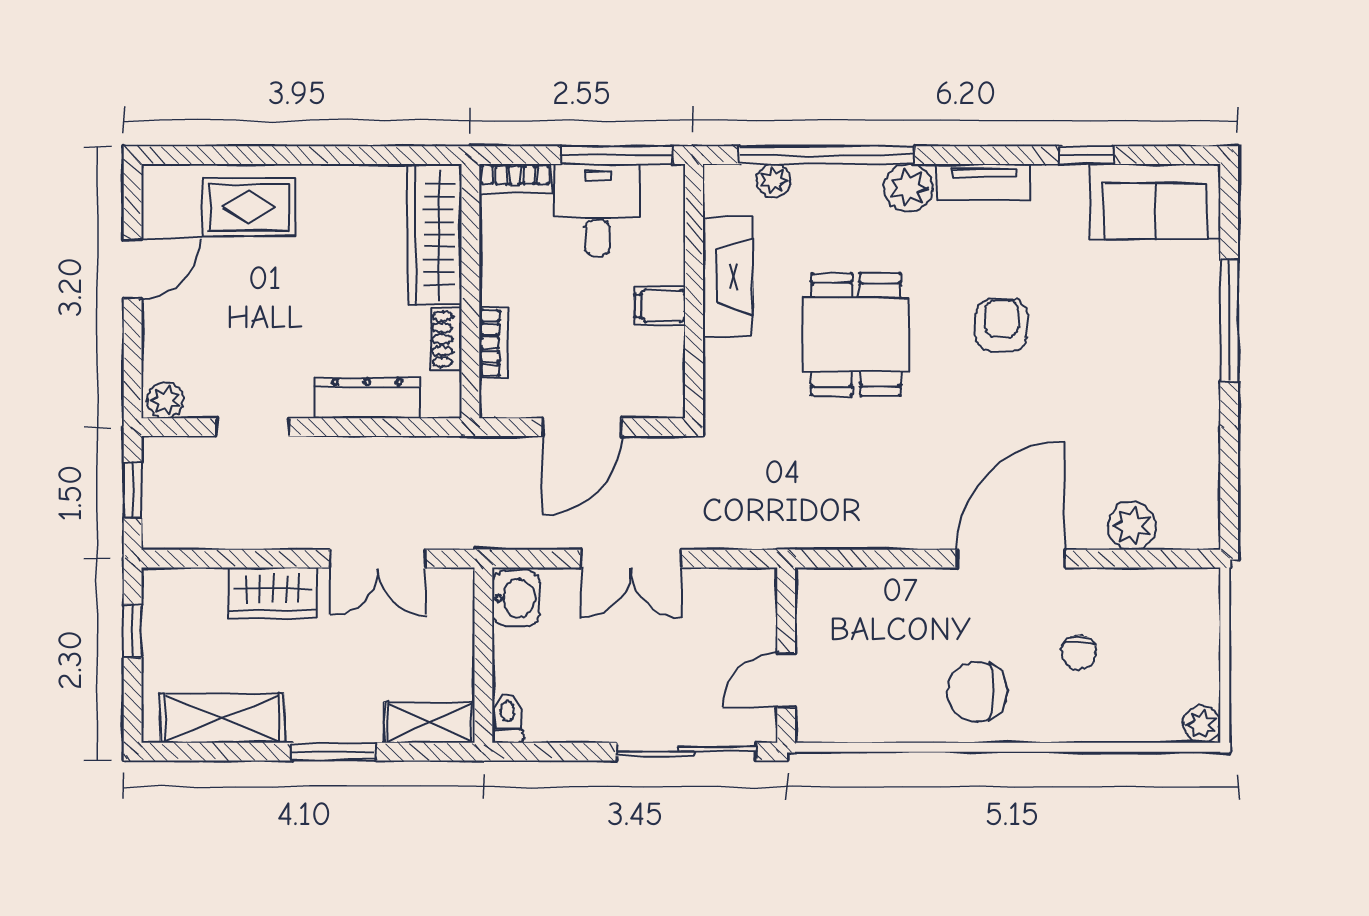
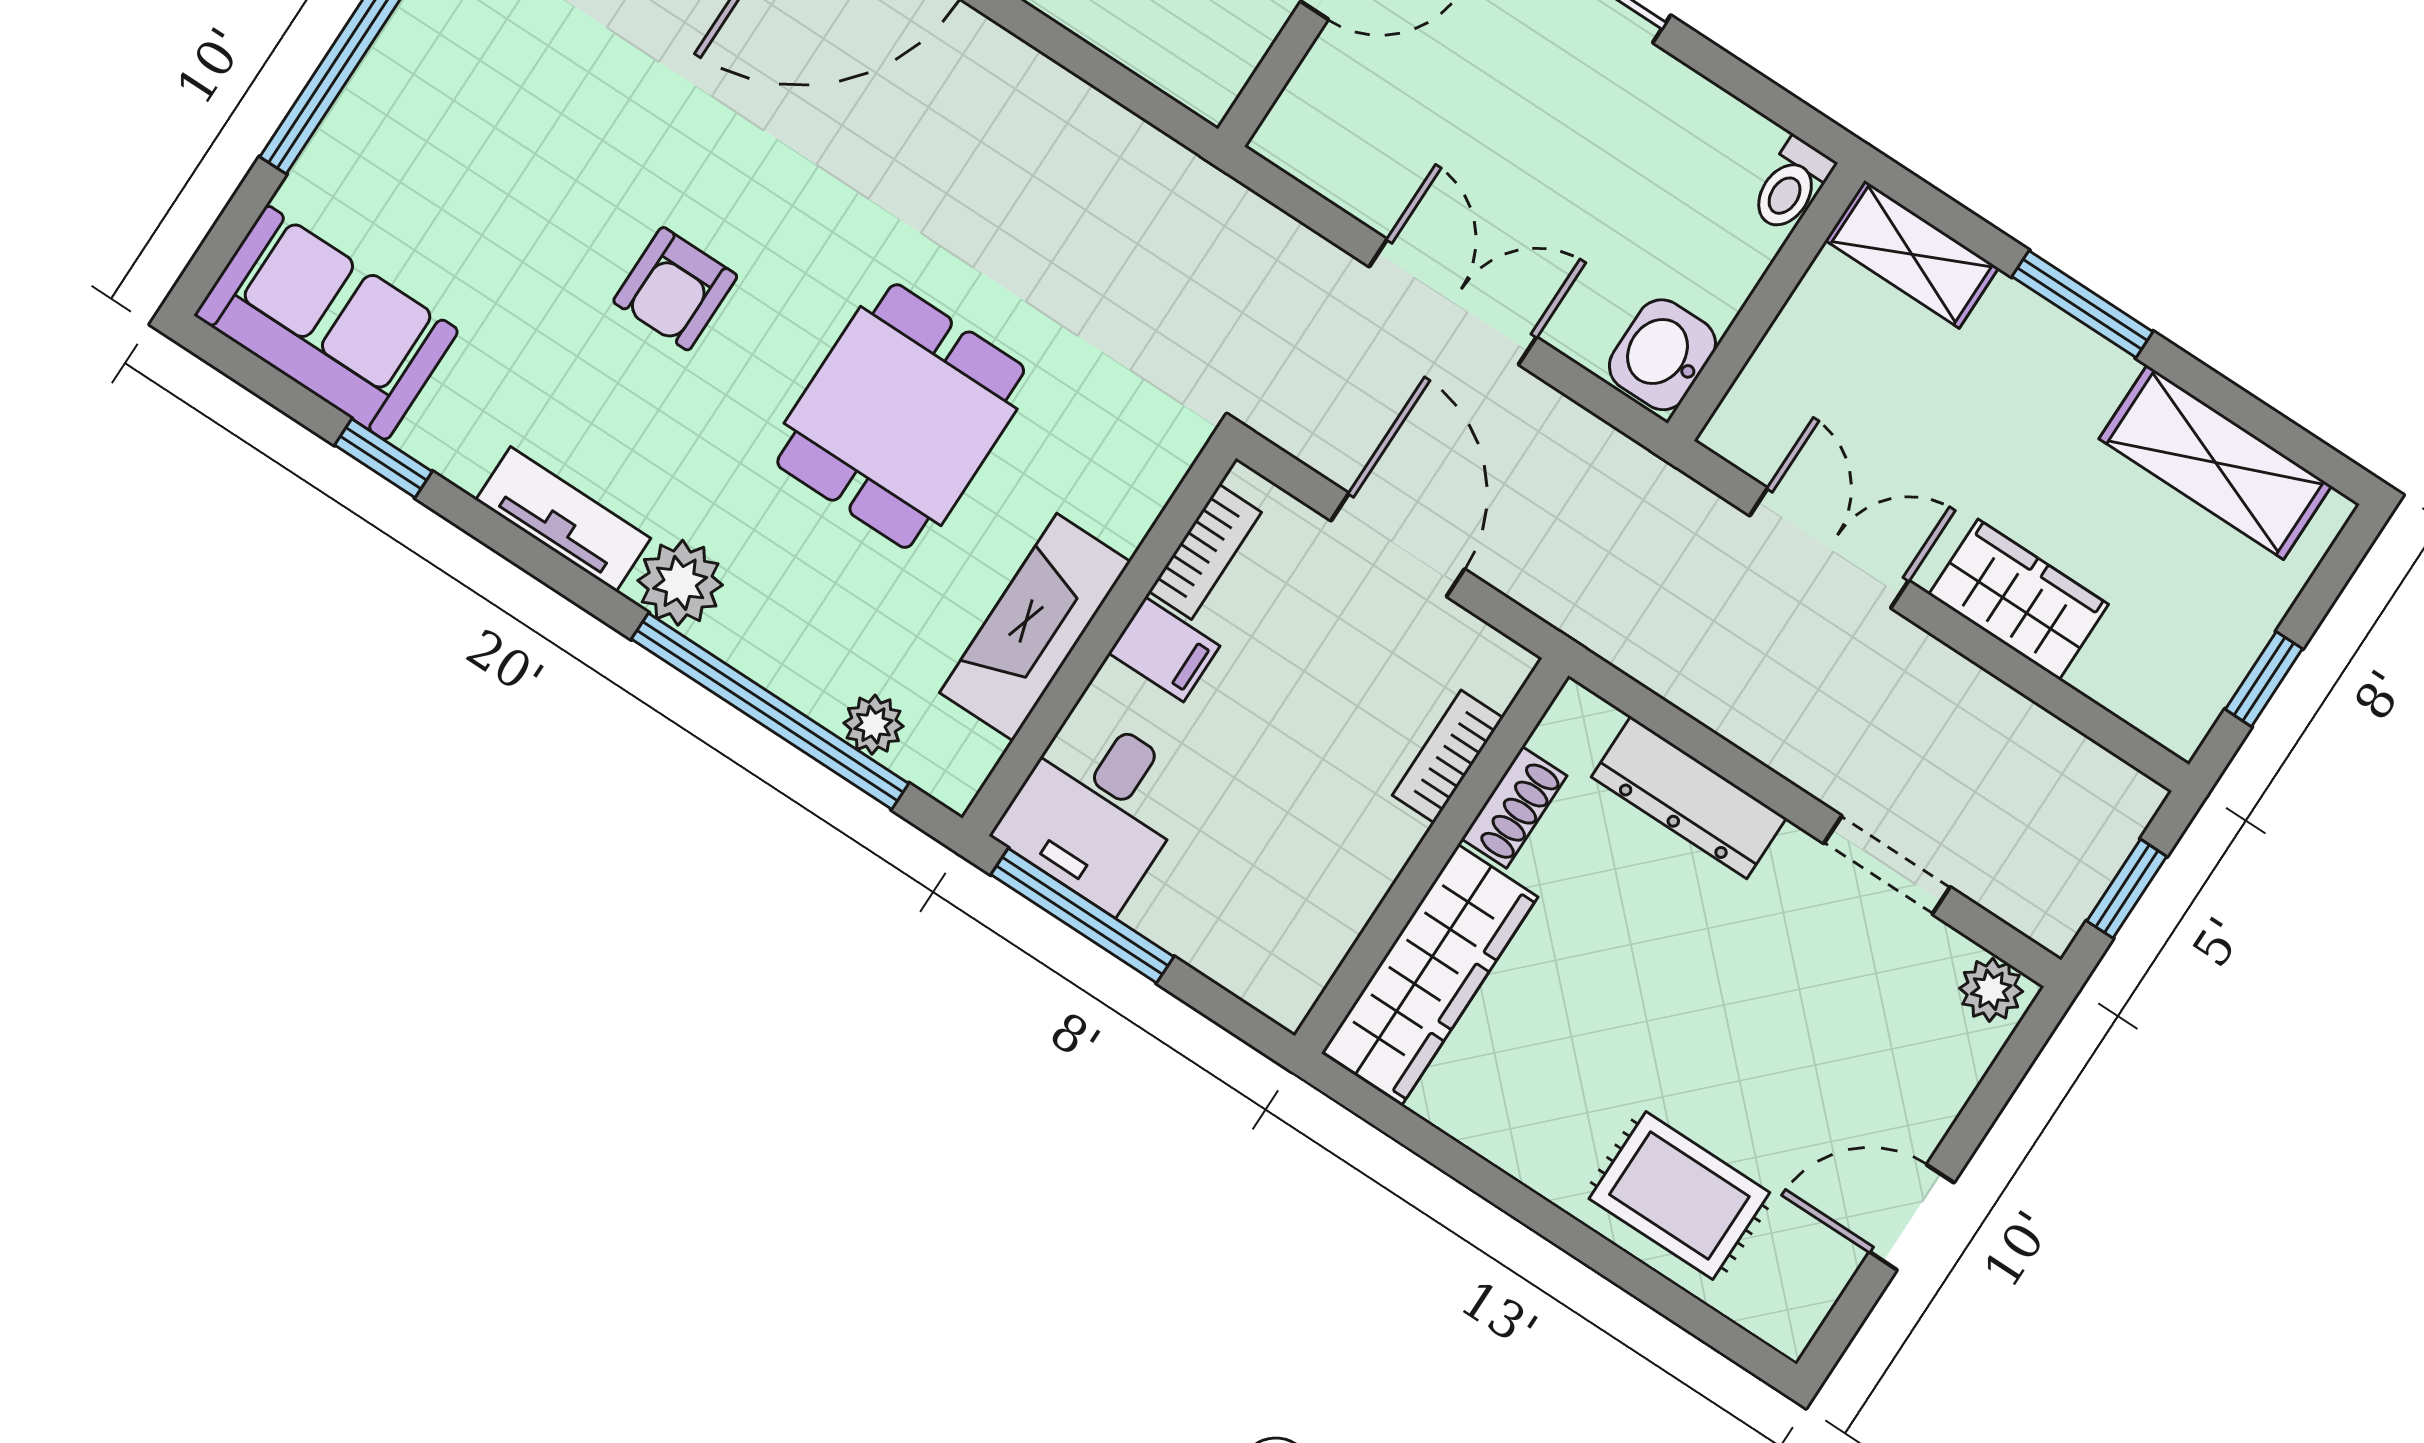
bookcase: (515, 178) -> (1205, 552), moved, turned 90
desk: (597, 210) -> (1097, 809), moved
door: (582, 427) -> (1398, 545), hinge flipped

